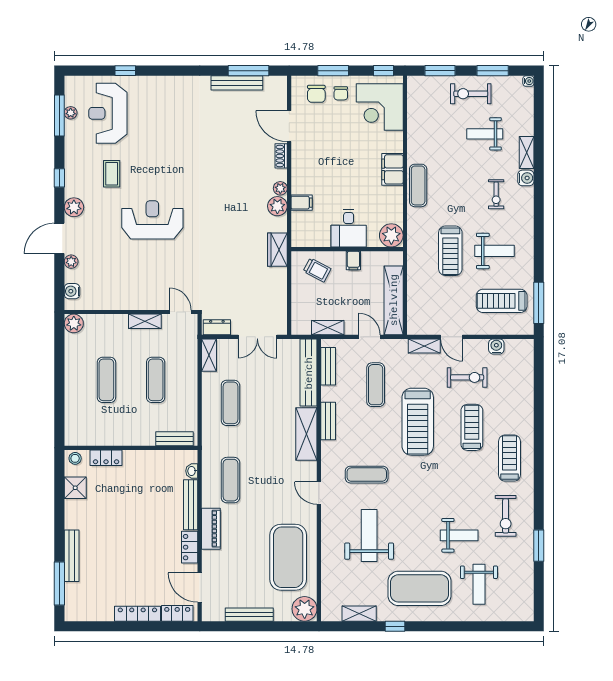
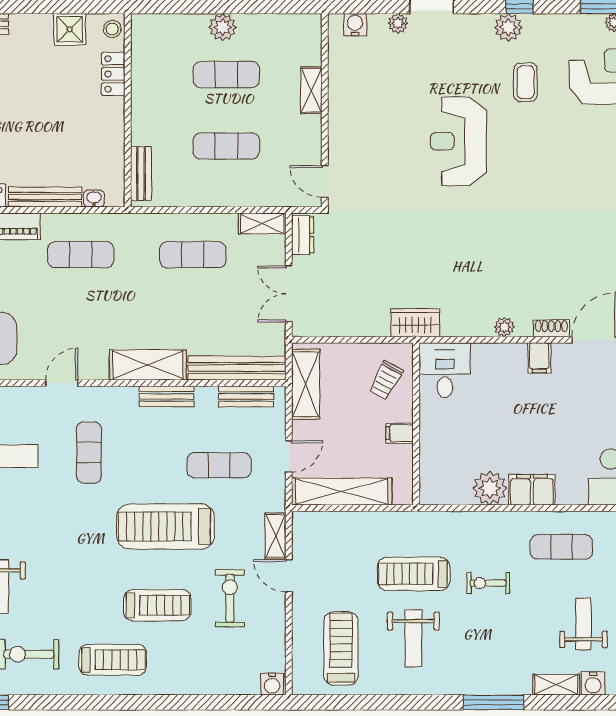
coffee table: (112, 174) -> (526, 82), turned 90
water cooler: (526, 178) -> (593, 684), moved
exercise mat: (418, 185) -> (561, 547), moved
exercise bike: (496, 194) -> (488, 583), moved
filing cabinet: (302, 203) -> (539, 358), moved
plant: (277, 206) -> (478, 323), removed
plant: (74, 207) -> (508, 27), moved
reception desk: (152, 220) -> (459, 141), turned 180
desk: (349, 228) -> (445, 370), moved, turned 90
plant: (391, 235) -> (490, 488), moved
window: (539, 303) -> (493, 702), moved
door: (180, 312) -> (325, 182), swing flipped
shelving: (145, 321) -> (311, 90), moved
plant: (74, 323) -> (223, 27), moved
shelving: (328, 328) -> (306, 384), width x1.50, depth x1.33
door: (452, 337) -> (289, 576), hinge flipped
water cooler: (496, 346) -> (272, 684), moved, turned 90
exercise bike: (467, 377) -> (230, 598), turned 180

